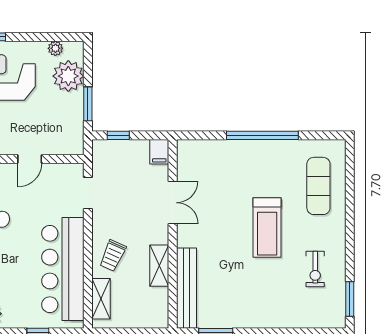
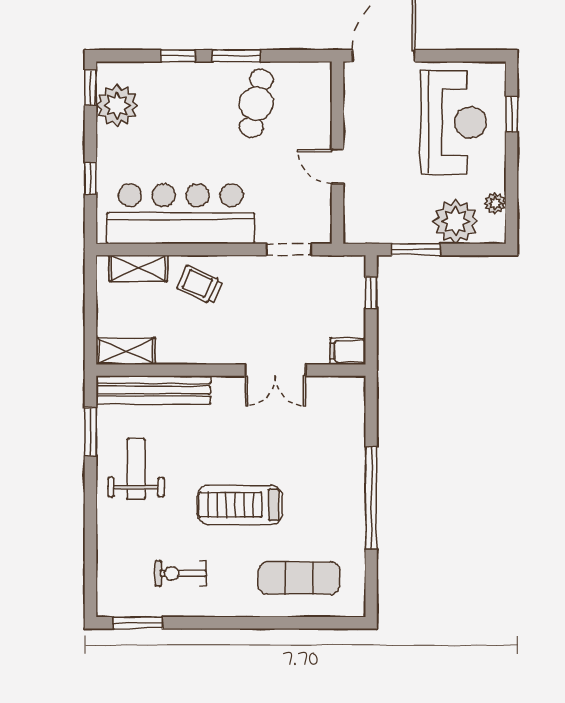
shelving: (159, 266) -> (126, 351), moved
weight bench: (242, 300) -> (136, 469), added

